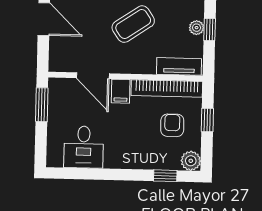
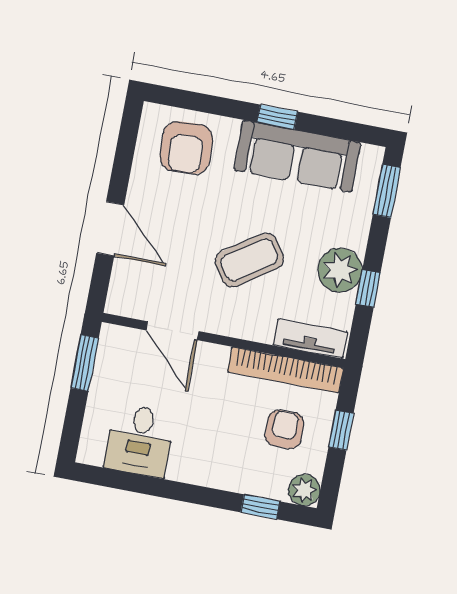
plant: (197, 28) -> (340, 270), width x1.88, depth x1.88
filing cabinet: (121, 91) -> (212, 362), removed

